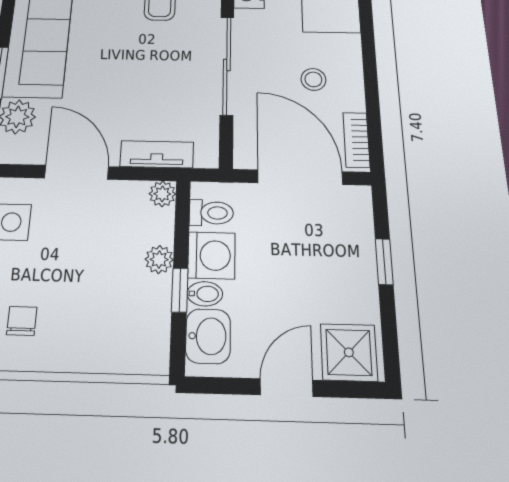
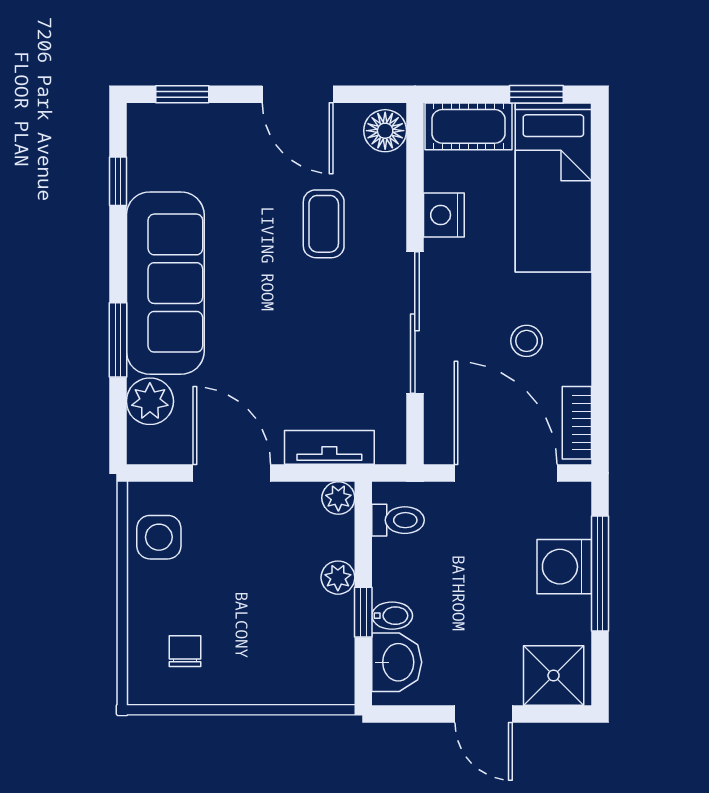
washing machine: (211, 255) -> (564, 567), moved, turned 180
window: (384, 262) -> (600, 574), width x2.17
door: (287, 388) -> (484, 714), swing flipped

